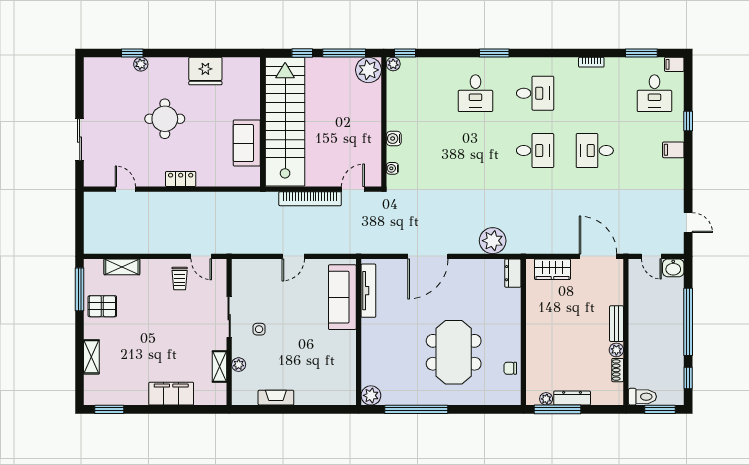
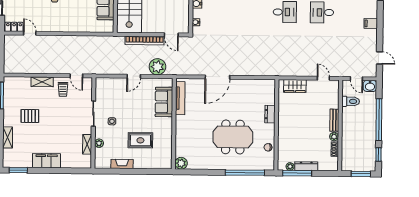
filing cabinet: (673, 150) -> (371, 23), moved
locker: (181, 179) -> (14, 27), moved
door: (353, 189) -> (171, 35), swing flipped
plant: (493, 241) -> (157, 67), moved
door: (598, 256) -> (323, 78), width x0.53
shelving: (122, 267) -> (42, 82), moved
dresser: (513, 273) -> (270, 114), moved
sofa: (342, 297) -> (164, 102), width x0.73
pallet: (102, 306) -> (30, 116), moved
meeting table: (454, 352) -> (233, 137), turned 90
rug: (305, 359) -> (140, 140), added
filing cabinet: (171, 394) -> (47, 161), moved
toilet: (642, 397) -> (351, 101), moved
window: (416, 409) -> (245, 173), moved

